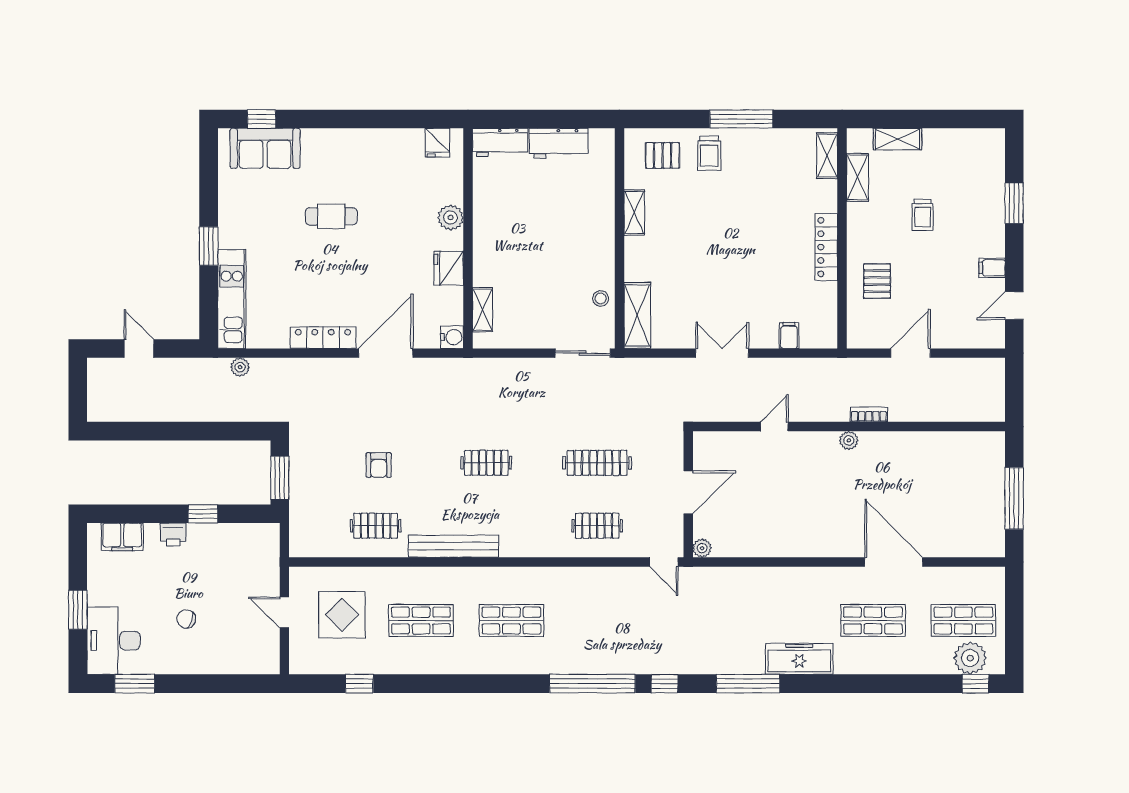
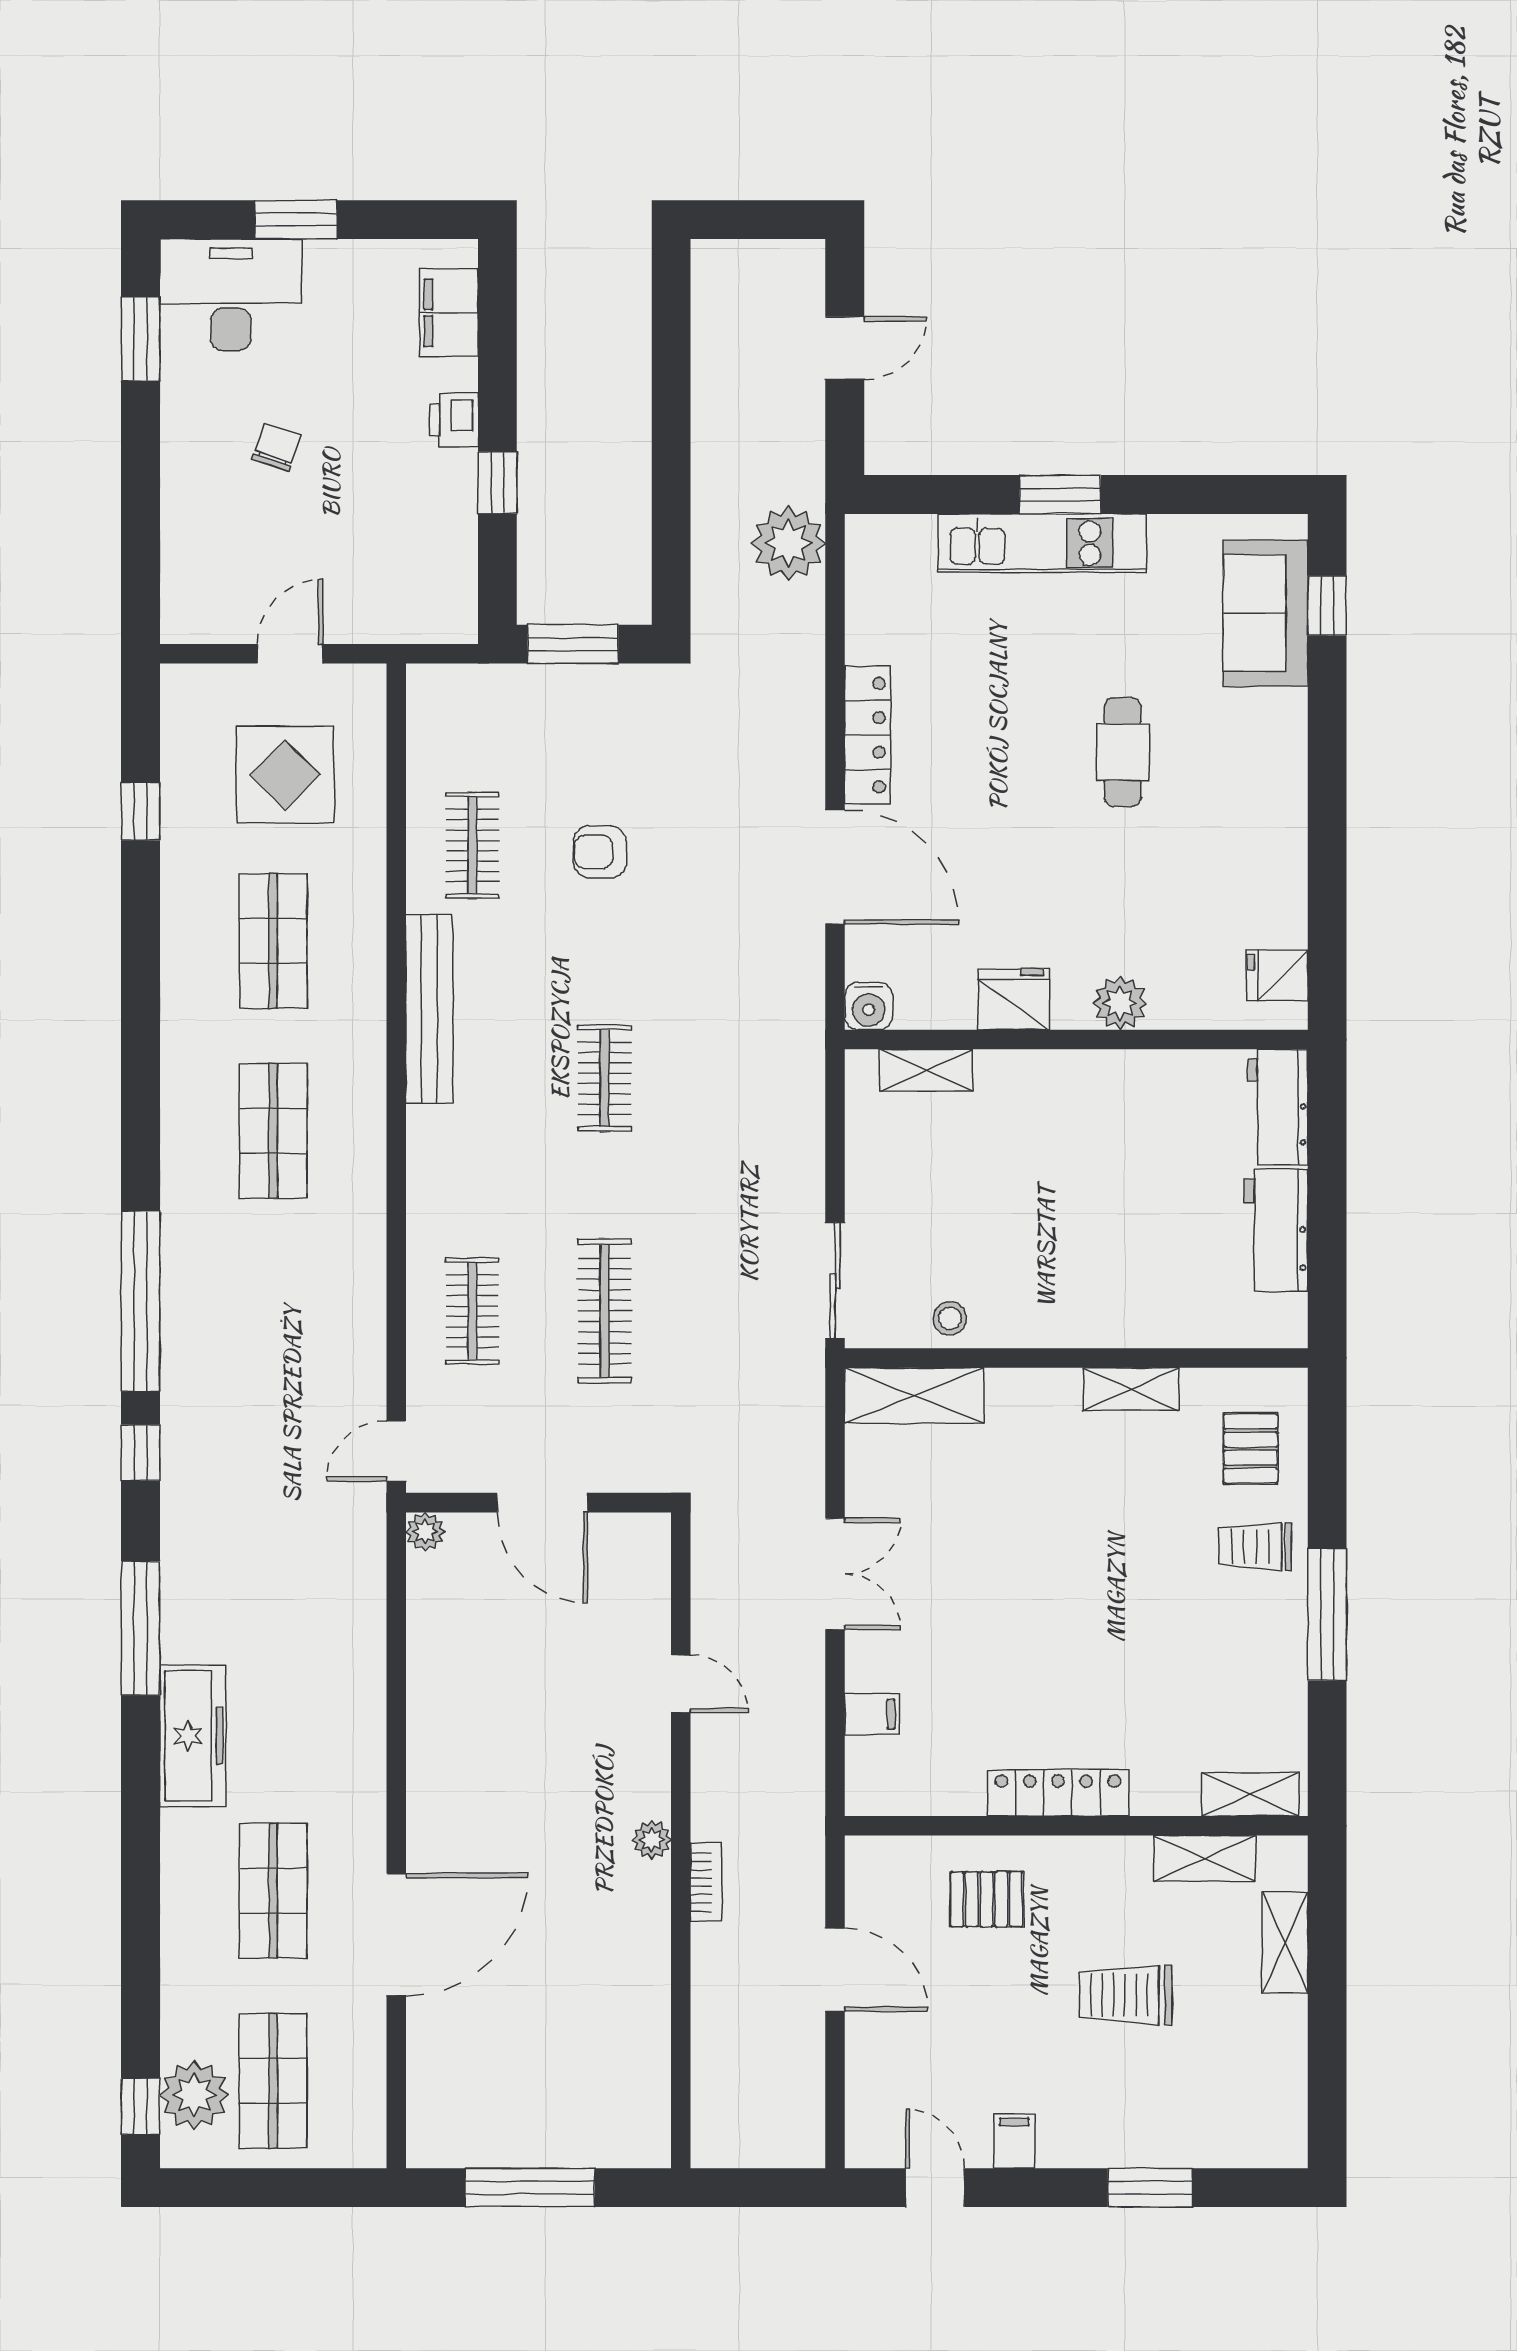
trolley: (923, 215) -> (1126, 1995), width x1.36, depth x1.39
kitchen unit: (232, 299) -> (1042, 543), moved
plant: (240, 367) -> (788, 543), width x1.87, depth x1.87

